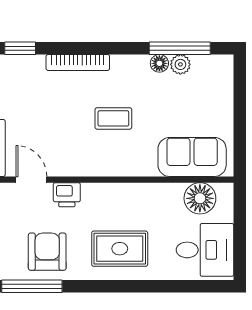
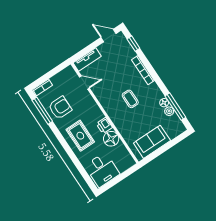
sofa: (192, 157) -> (152, 142), moved, turned -90
door: (31, 180) -> (84, 83), hinge flipped
printer: (67, 195) -> (104, 125), moved
floor lamp: (200, 198) -> (111, 139), moved

